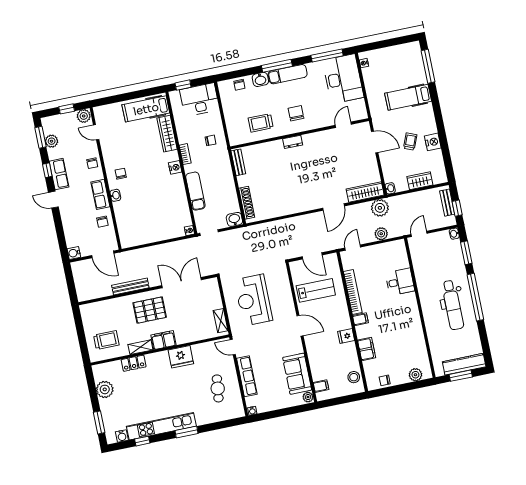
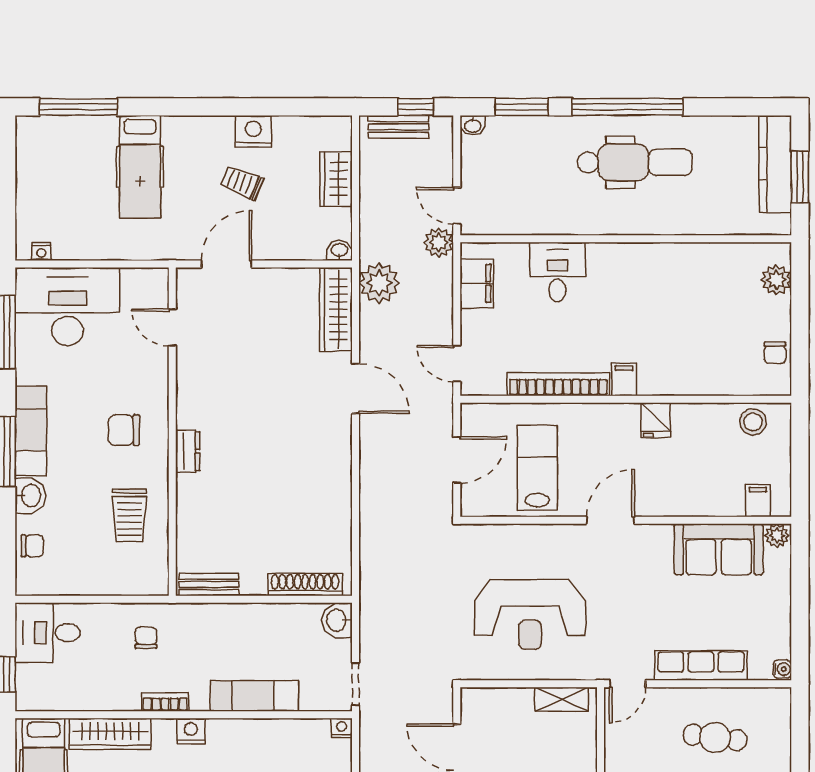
desk: (199, 100) -> (48, 633), width x0.73
plant: (381, 234) -> (439, 242), moved
filing cabinet: (367, 349) -> (477, 283), moved, turned 90

